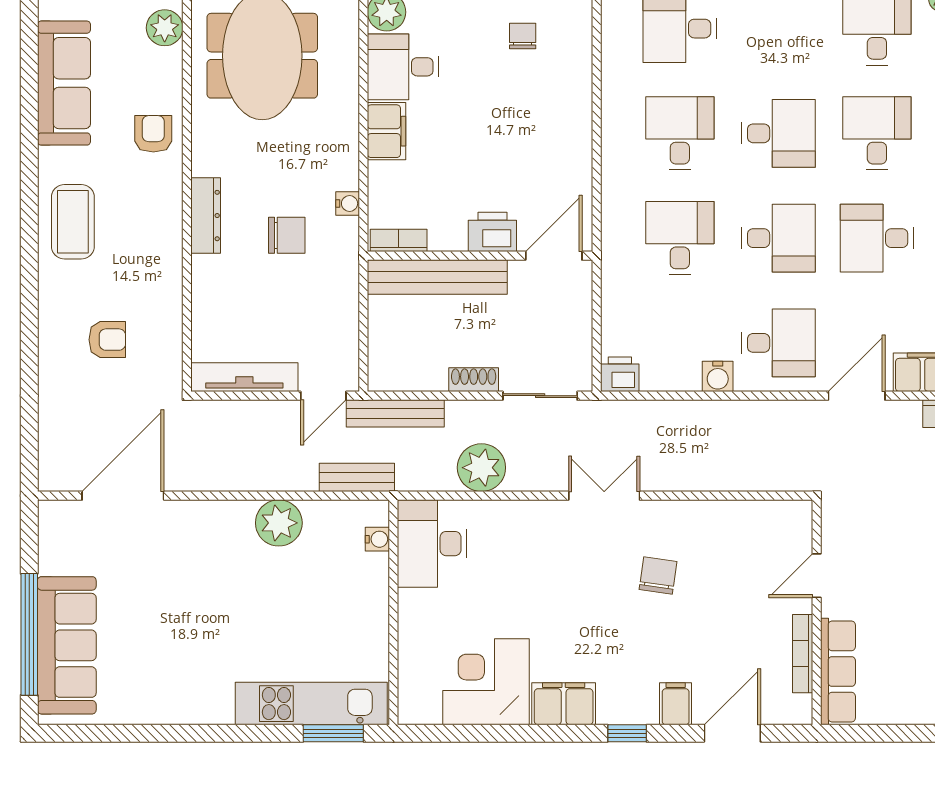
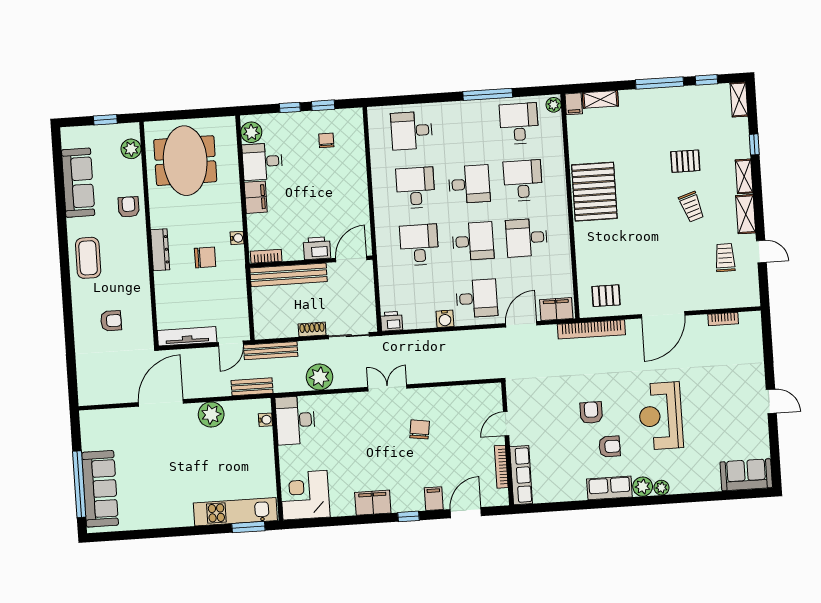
door: (123, 496) -> (161, 403), moved
corner desk: (486, 682) -> (305, 495), moved

